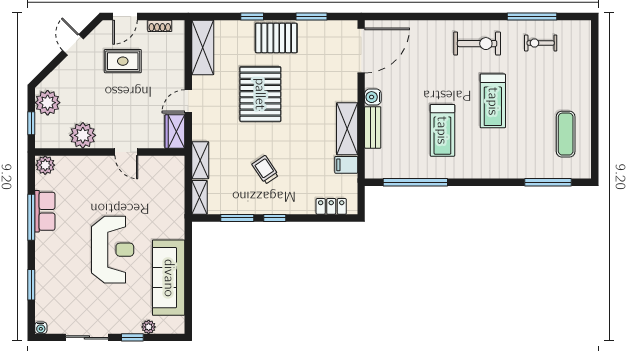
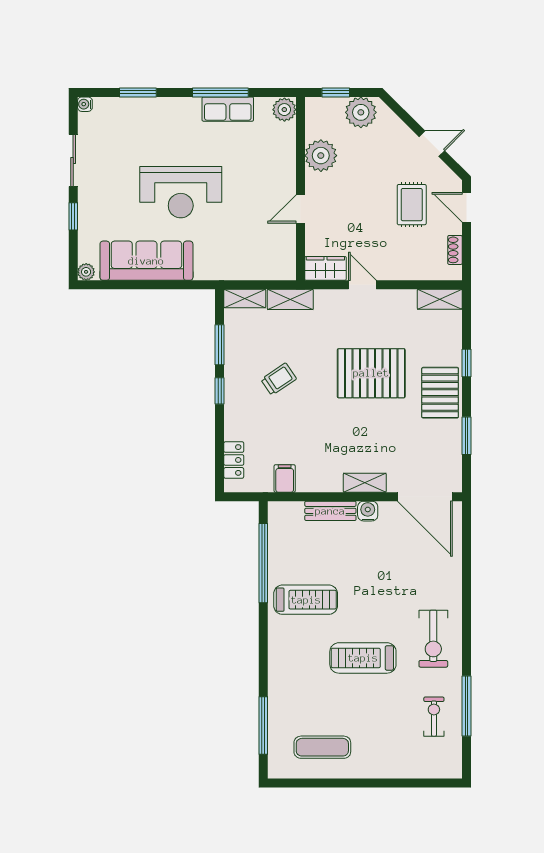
shelving: (203, 47) -> (440, 299), width x0.67, depth x0.75
shelving: (347, 129) -> (365, 483), moved, width x0.67, depth x0.75
treadmill: (442, 130) -> (306, 600), moved, turned 180
plant: (149, 327) -> (86, 272), moved

